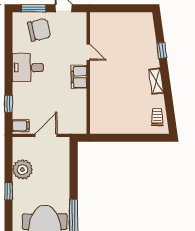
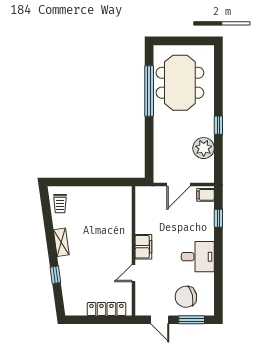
locker: (114, 18) -> (106, 309), added
door: (88, 52) -> (133, 273), hinge flipped

